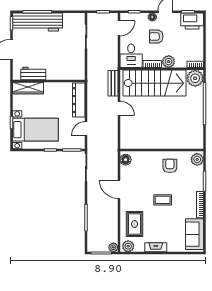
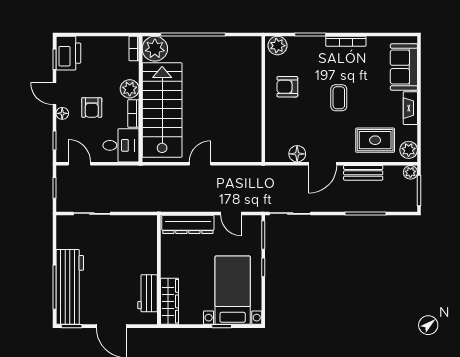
bench: (113, 83) -> (363, 173), moved
floor lamp: (126, 160) -> (297, 154), moved
sofa: (194, 234) -> (404, 67), moved, turned 90

